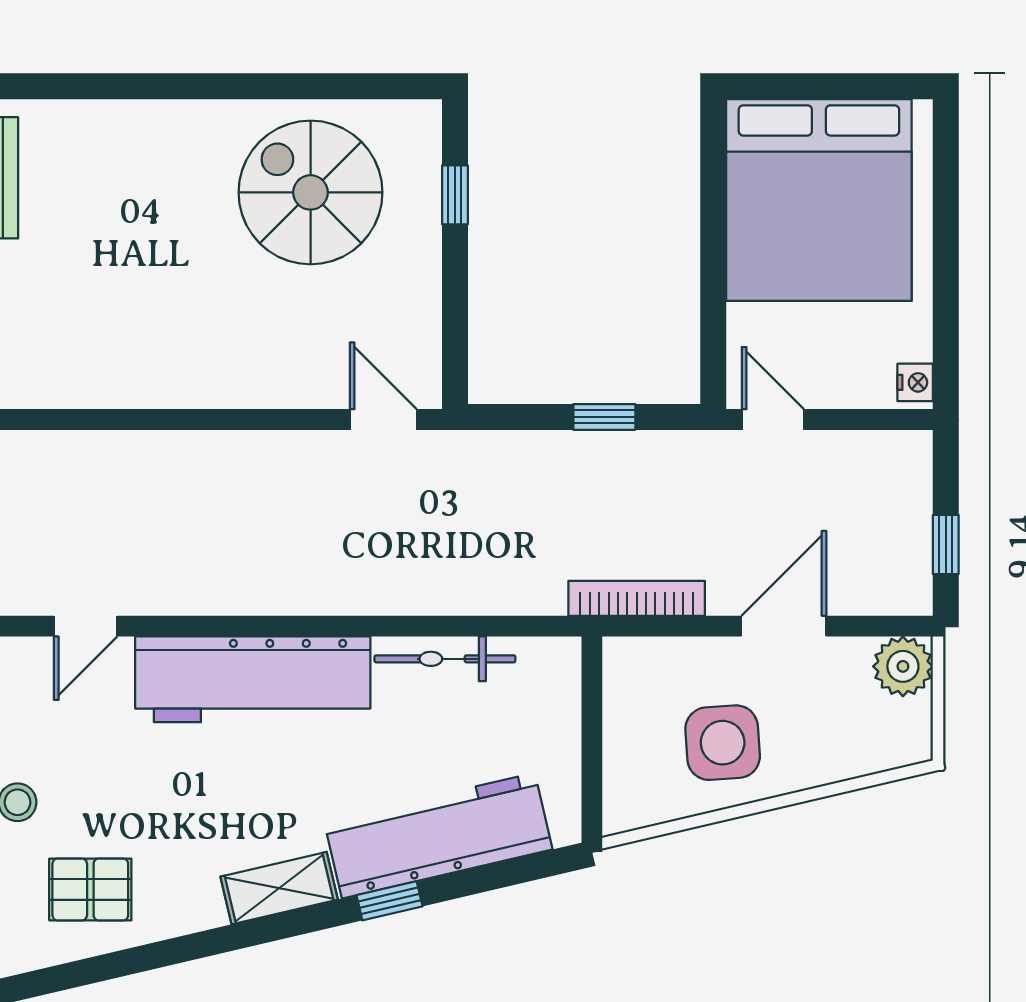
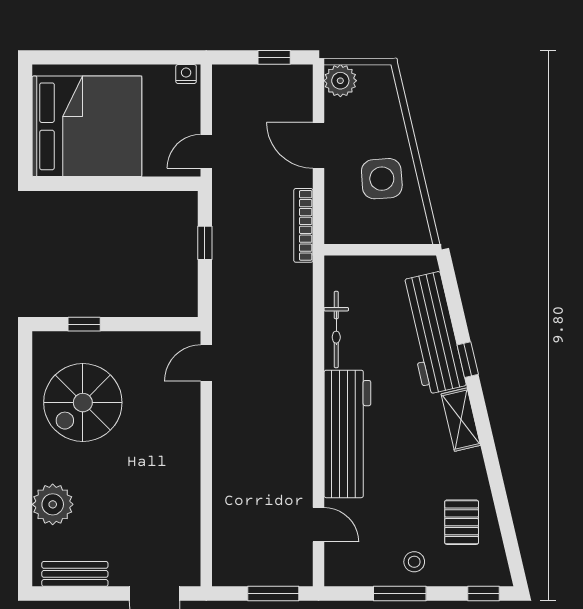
plant: (123, 137) -> (53, 504), added

